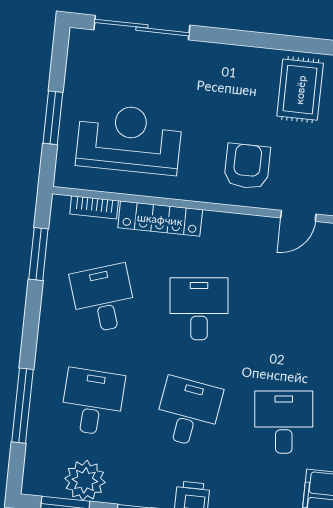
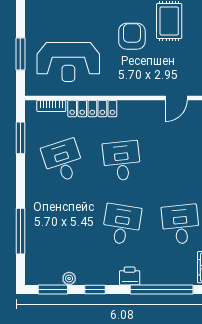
reception desk: (129, 139) -> (68, 62), turned 180
armchair: (247, 166) -> (132, 36), moved
desk: (93, 402) -> (63, 224), removed
plant: (85, 480) -> (69, 278), width x0.53, depth x0.53

